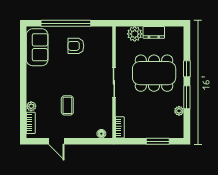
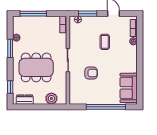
dresser: (154, 32) -> (25, 100), moved
armchair: (76, 46) -> (91, 73), moved
window: (187, 69) -> (10, 87), moved
window: (89, 141) -> (88, 14), added
window: (158, 141) -> (33, 14), width x1.44

